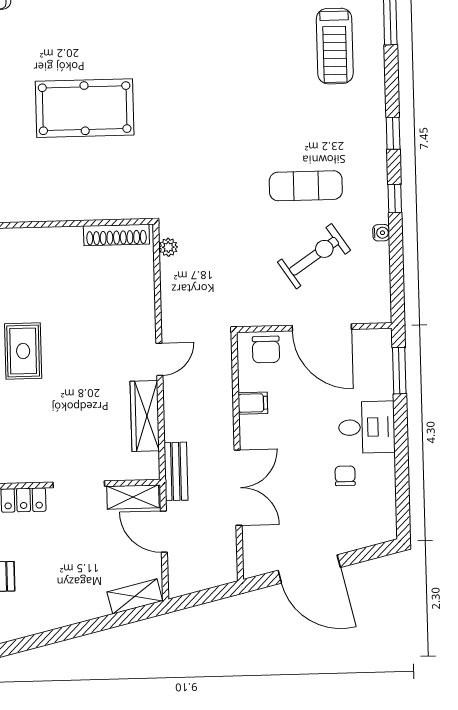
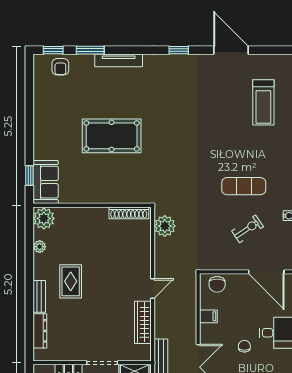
plant: (168, 247) -> (165, 226), width x1.88, depth x1.88
exercise bike: (314, 256) -> (248, 229), width x0.73, depth x0.72
door: (322, 327) -> (266, 272), moved
chair: (345, 476) -> (244, 346), moved

